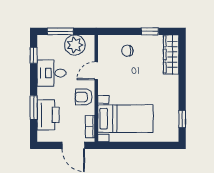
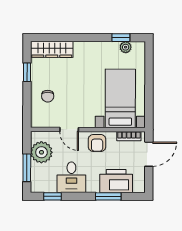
plant: (173, 123) -> (126, 47), added

